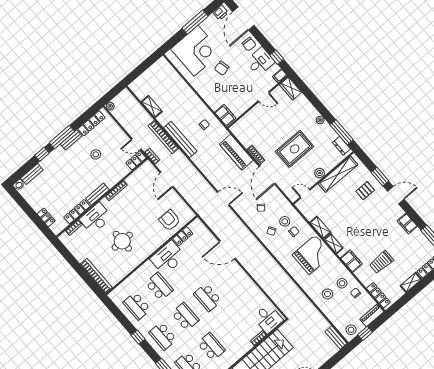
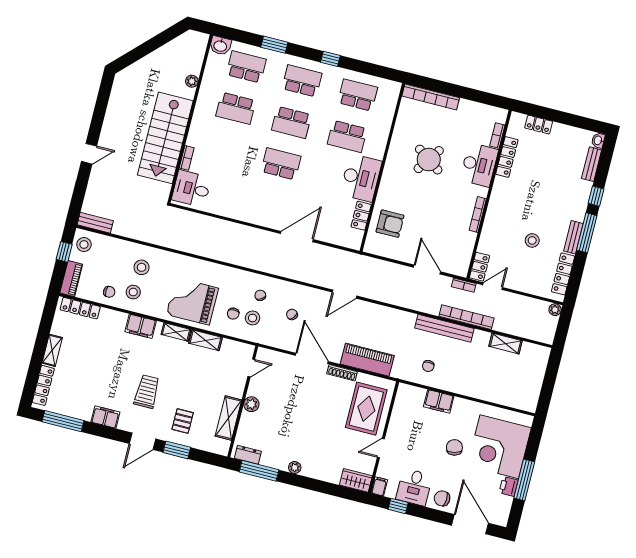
printer: (221, 13) -> (508, 486), moved
filing cabinet: (225, 115) -> (439, 401), moved
rug: (295, 149) -> (366, 409), moved
shelving: (338, 174) -> (228, 418), width x0.68
bench: (97, 194) -> (497, 195), removed
round table: (122, 241) -> (429, 160), turned 35
grand piano: (312, 255) -> (192, 301), turned 90
trolley: (381, 262) -> (147, 391), moved

